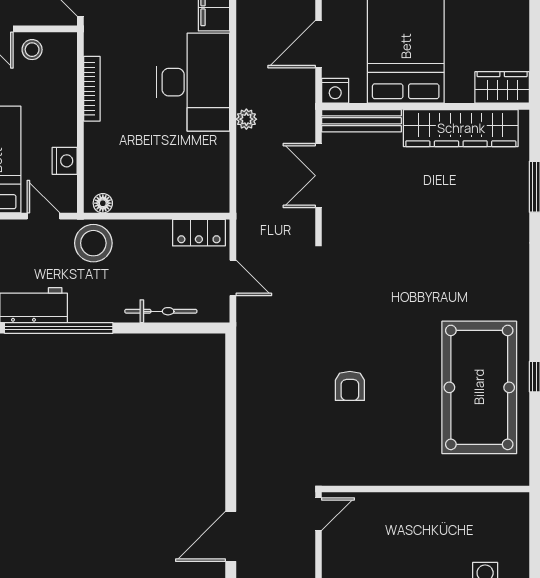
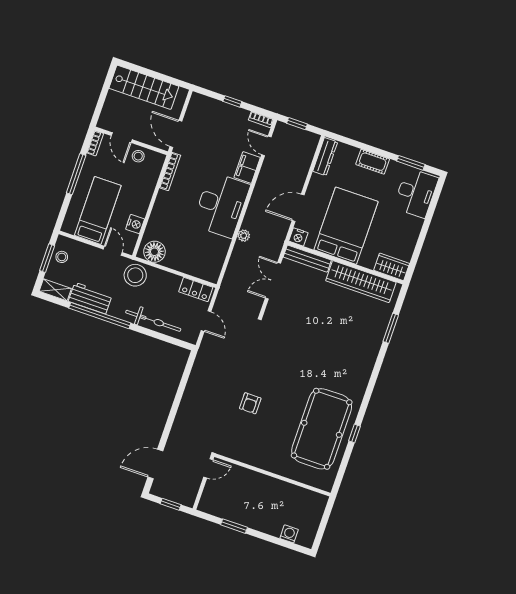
bookcase: (92, 89) -> (170, 171), moved
floor lamp: (103, 203) -> (154, 252), width x1.89, depth x1.89
bicycle: (161, 311) -> (153, 321), width x1.37, depth x1.40

